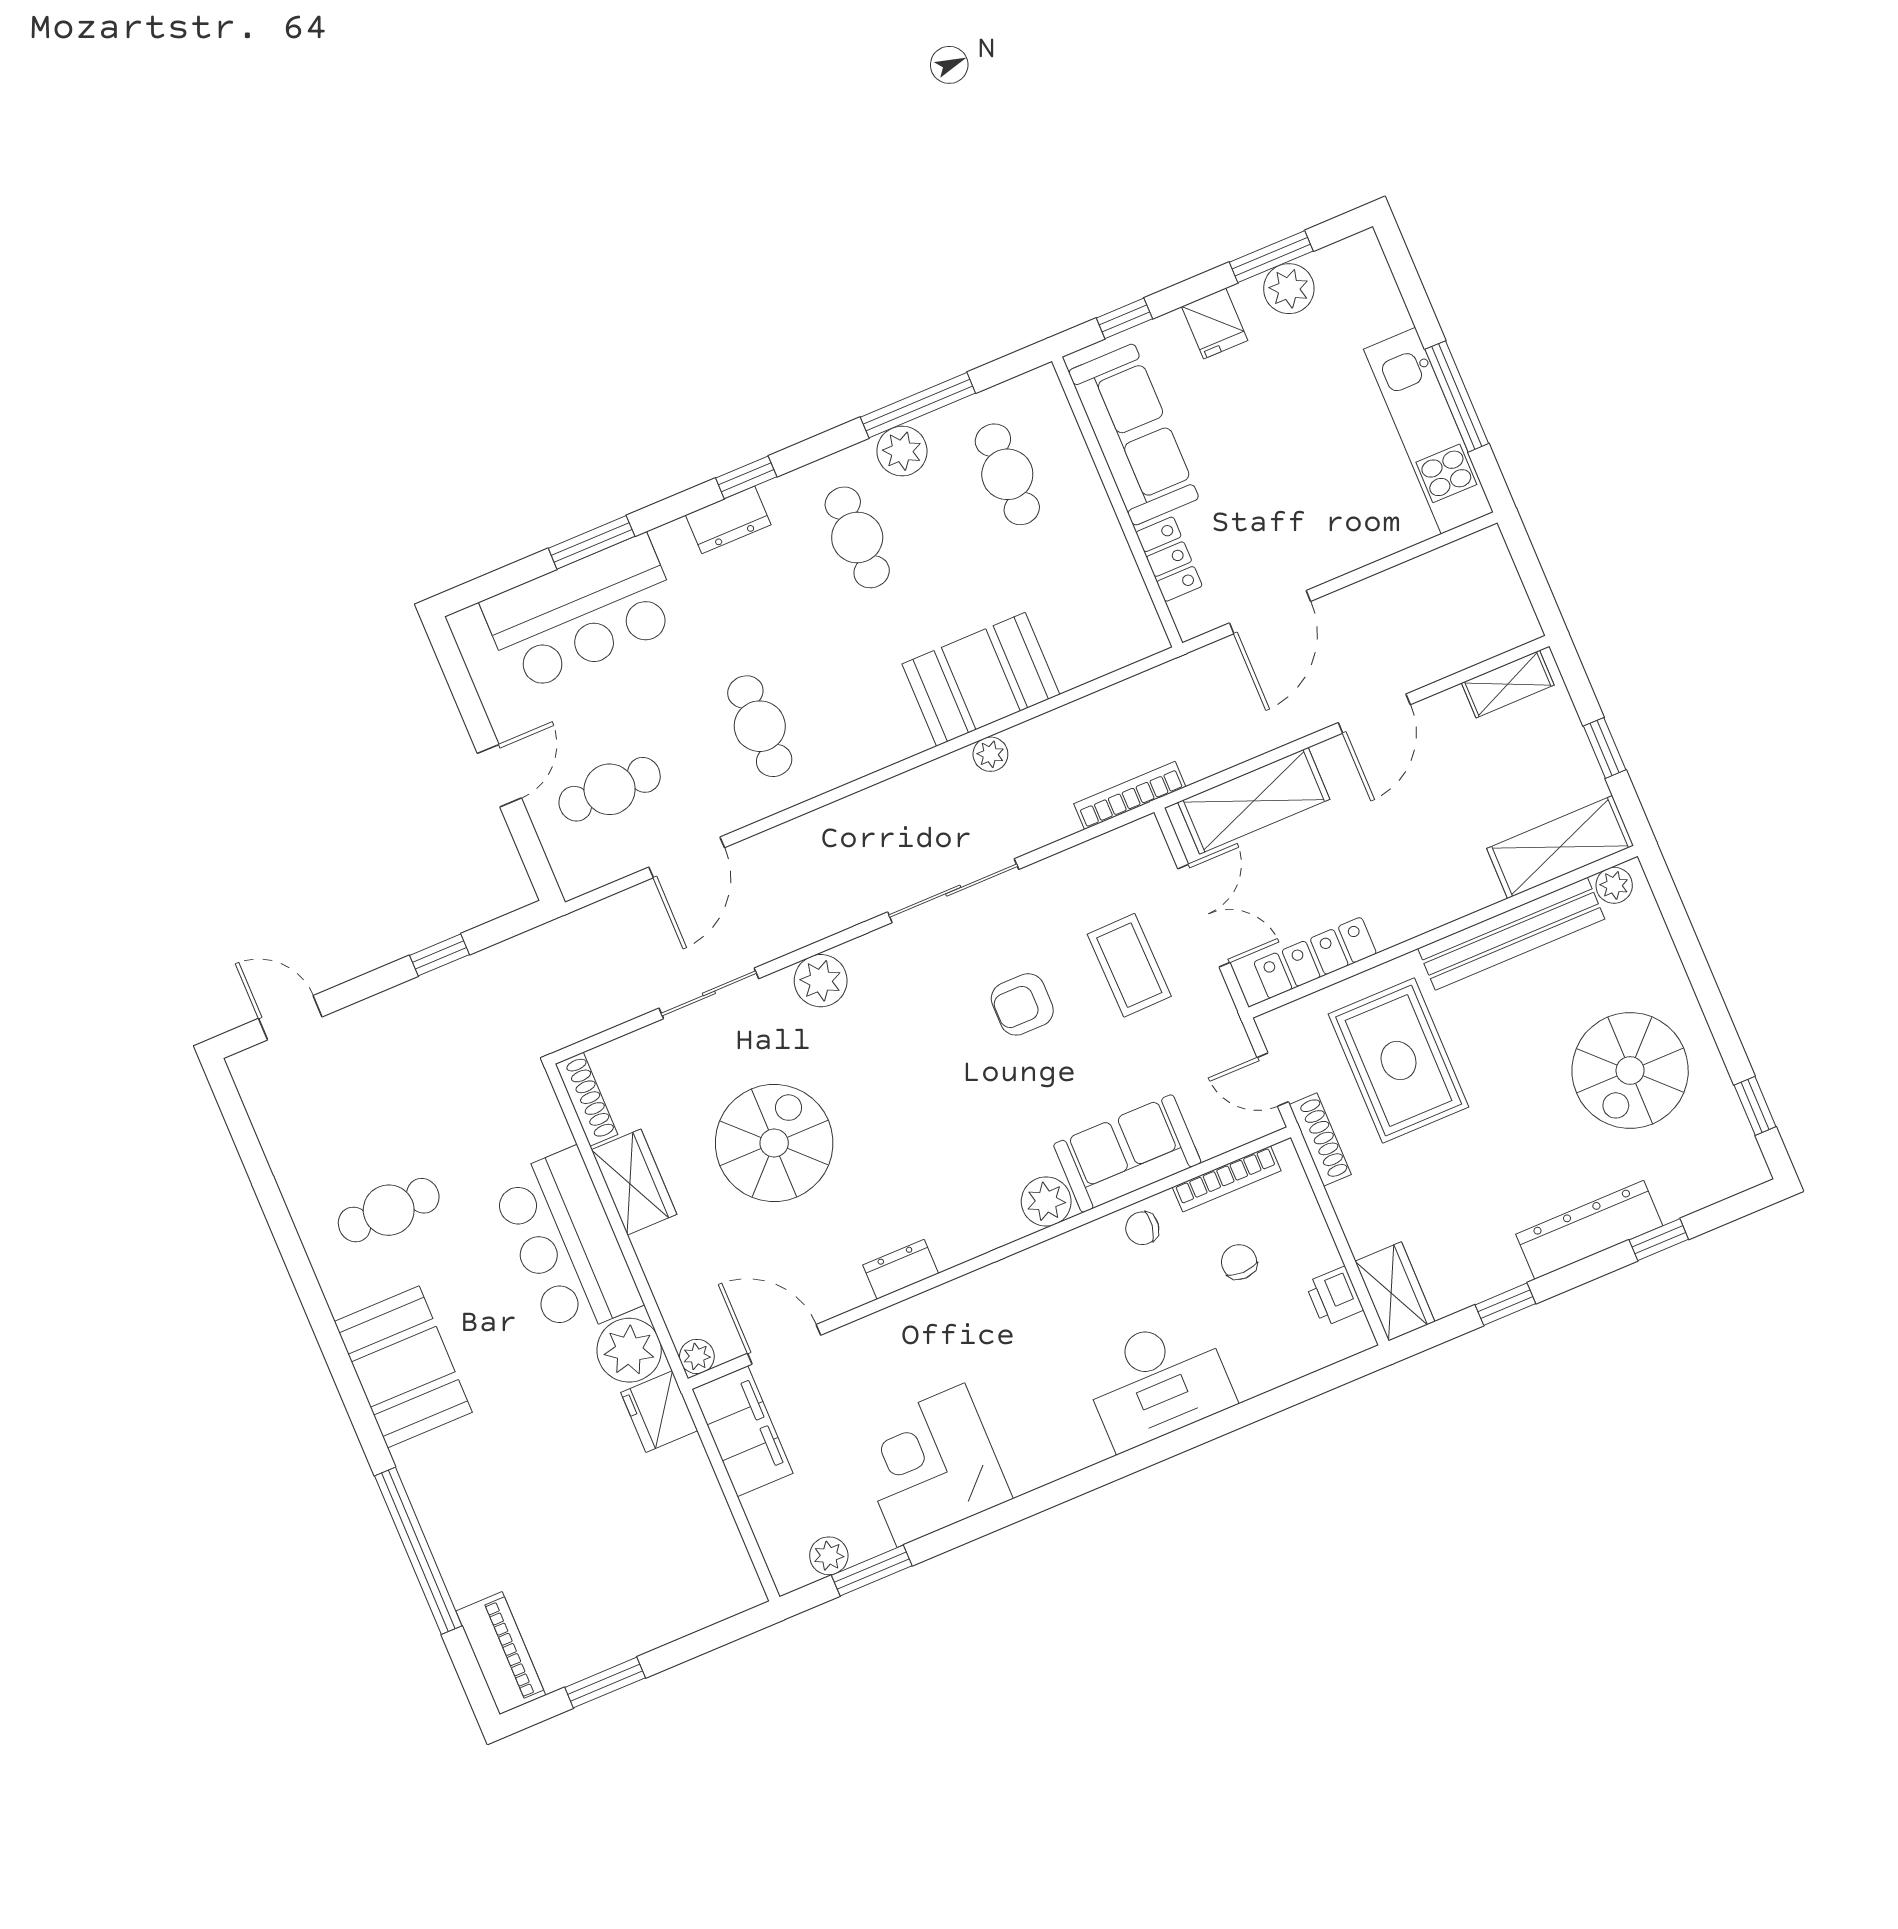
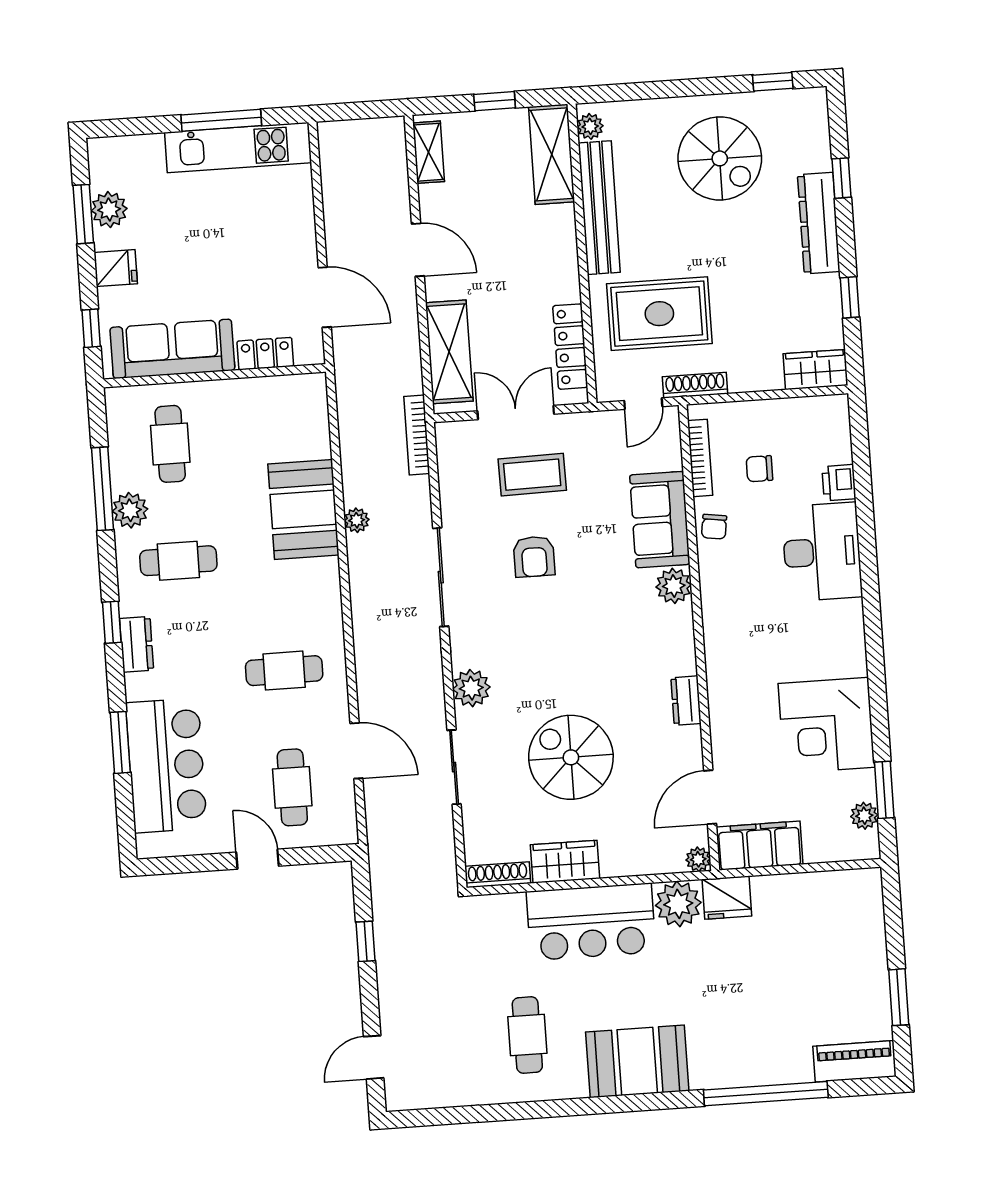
cafe table: (1007, 474) -> (170, 444), turned 90
printer: (1334, 1296) -> (839, 483), moved, turned 90

